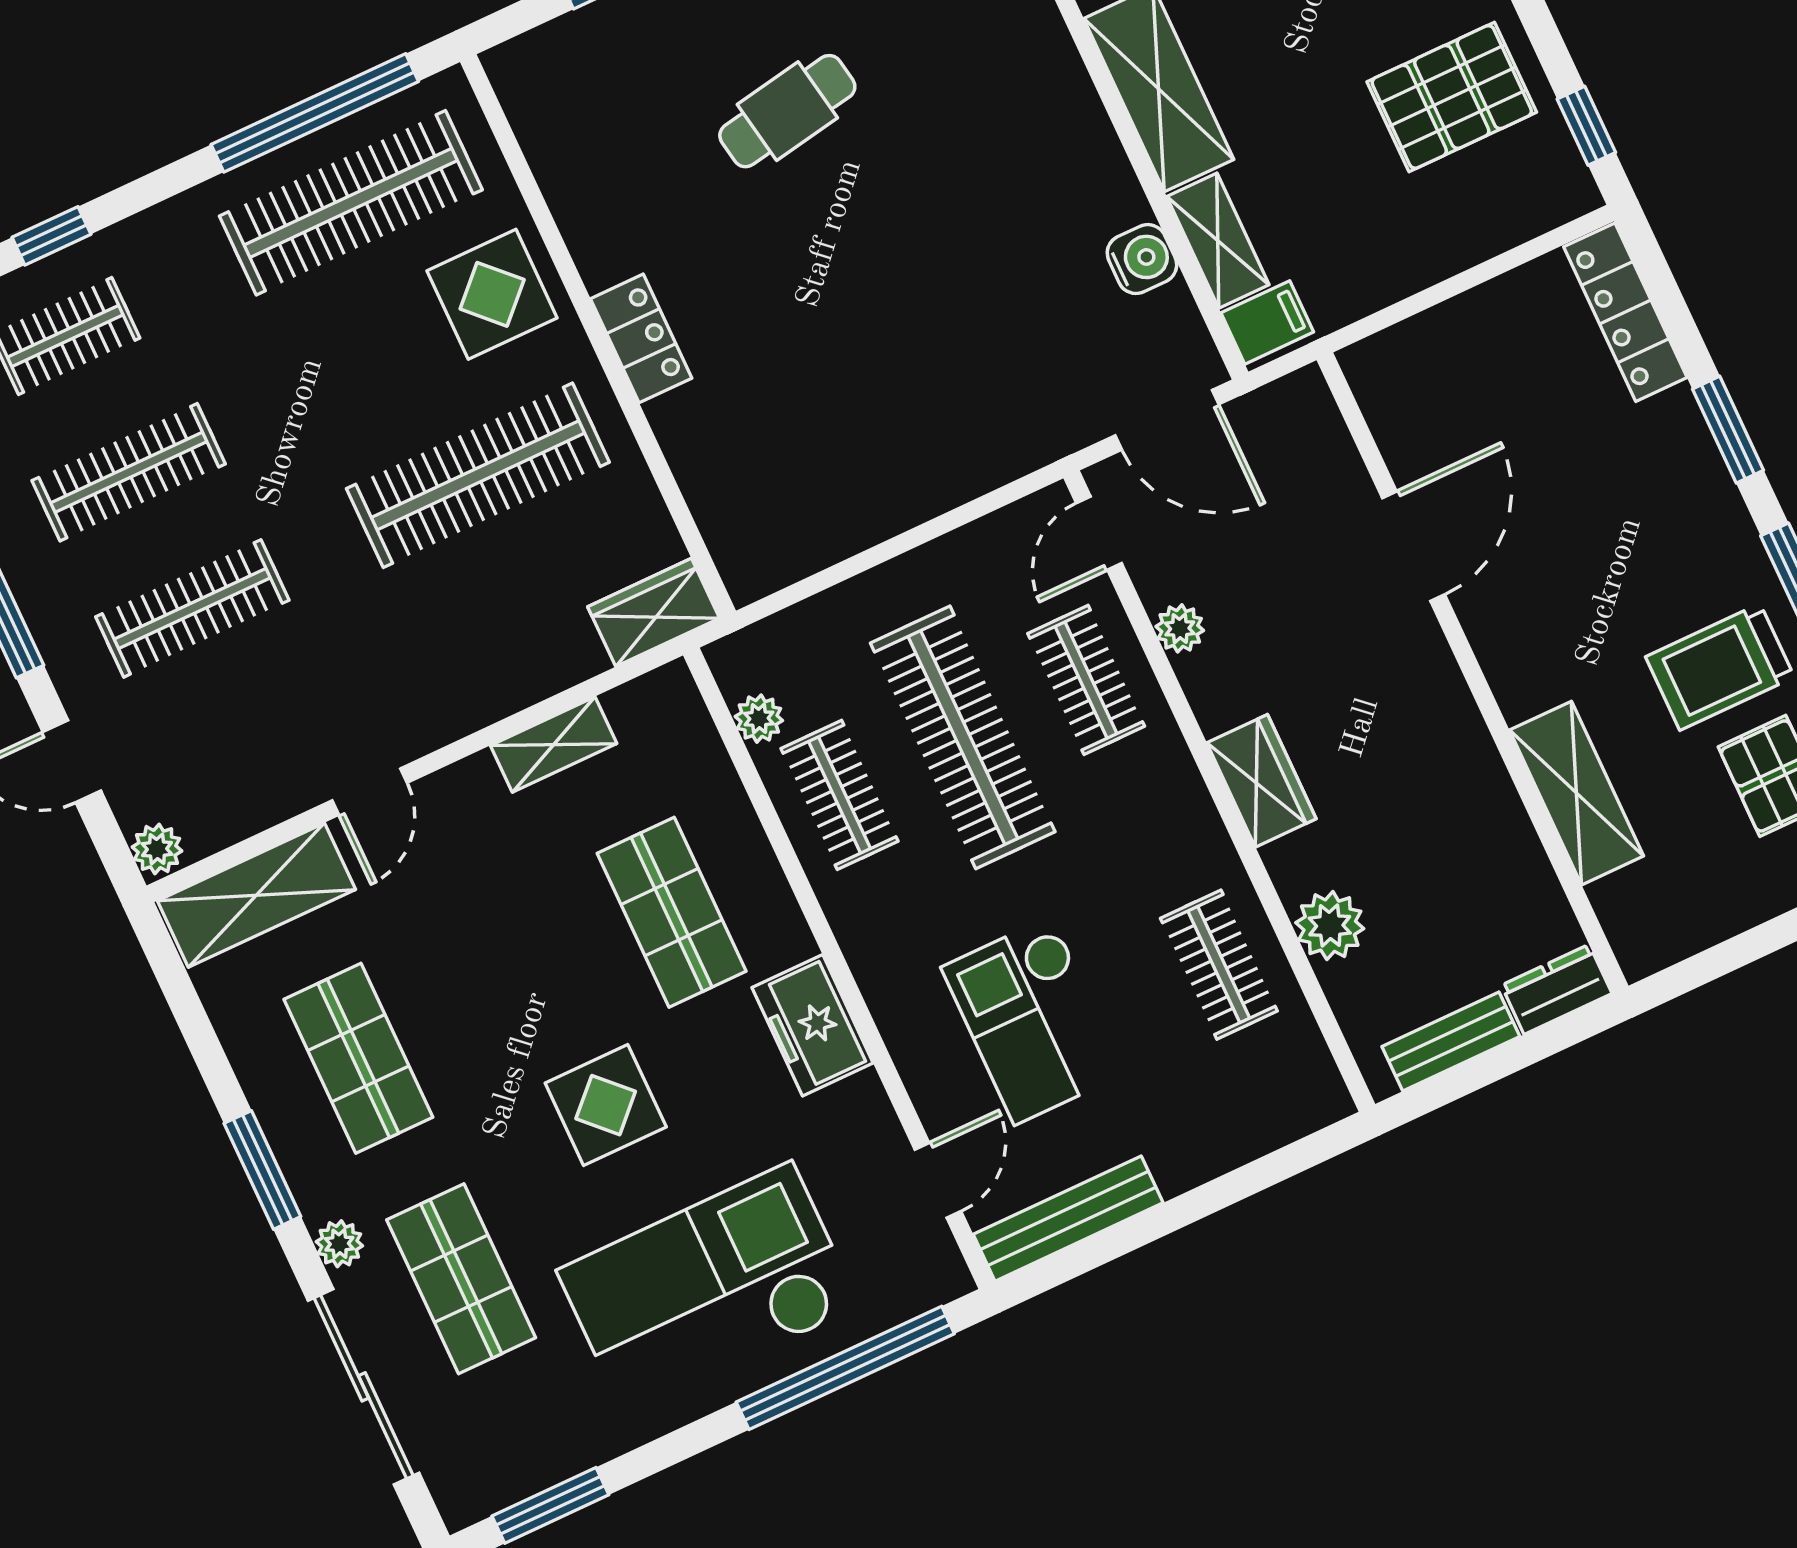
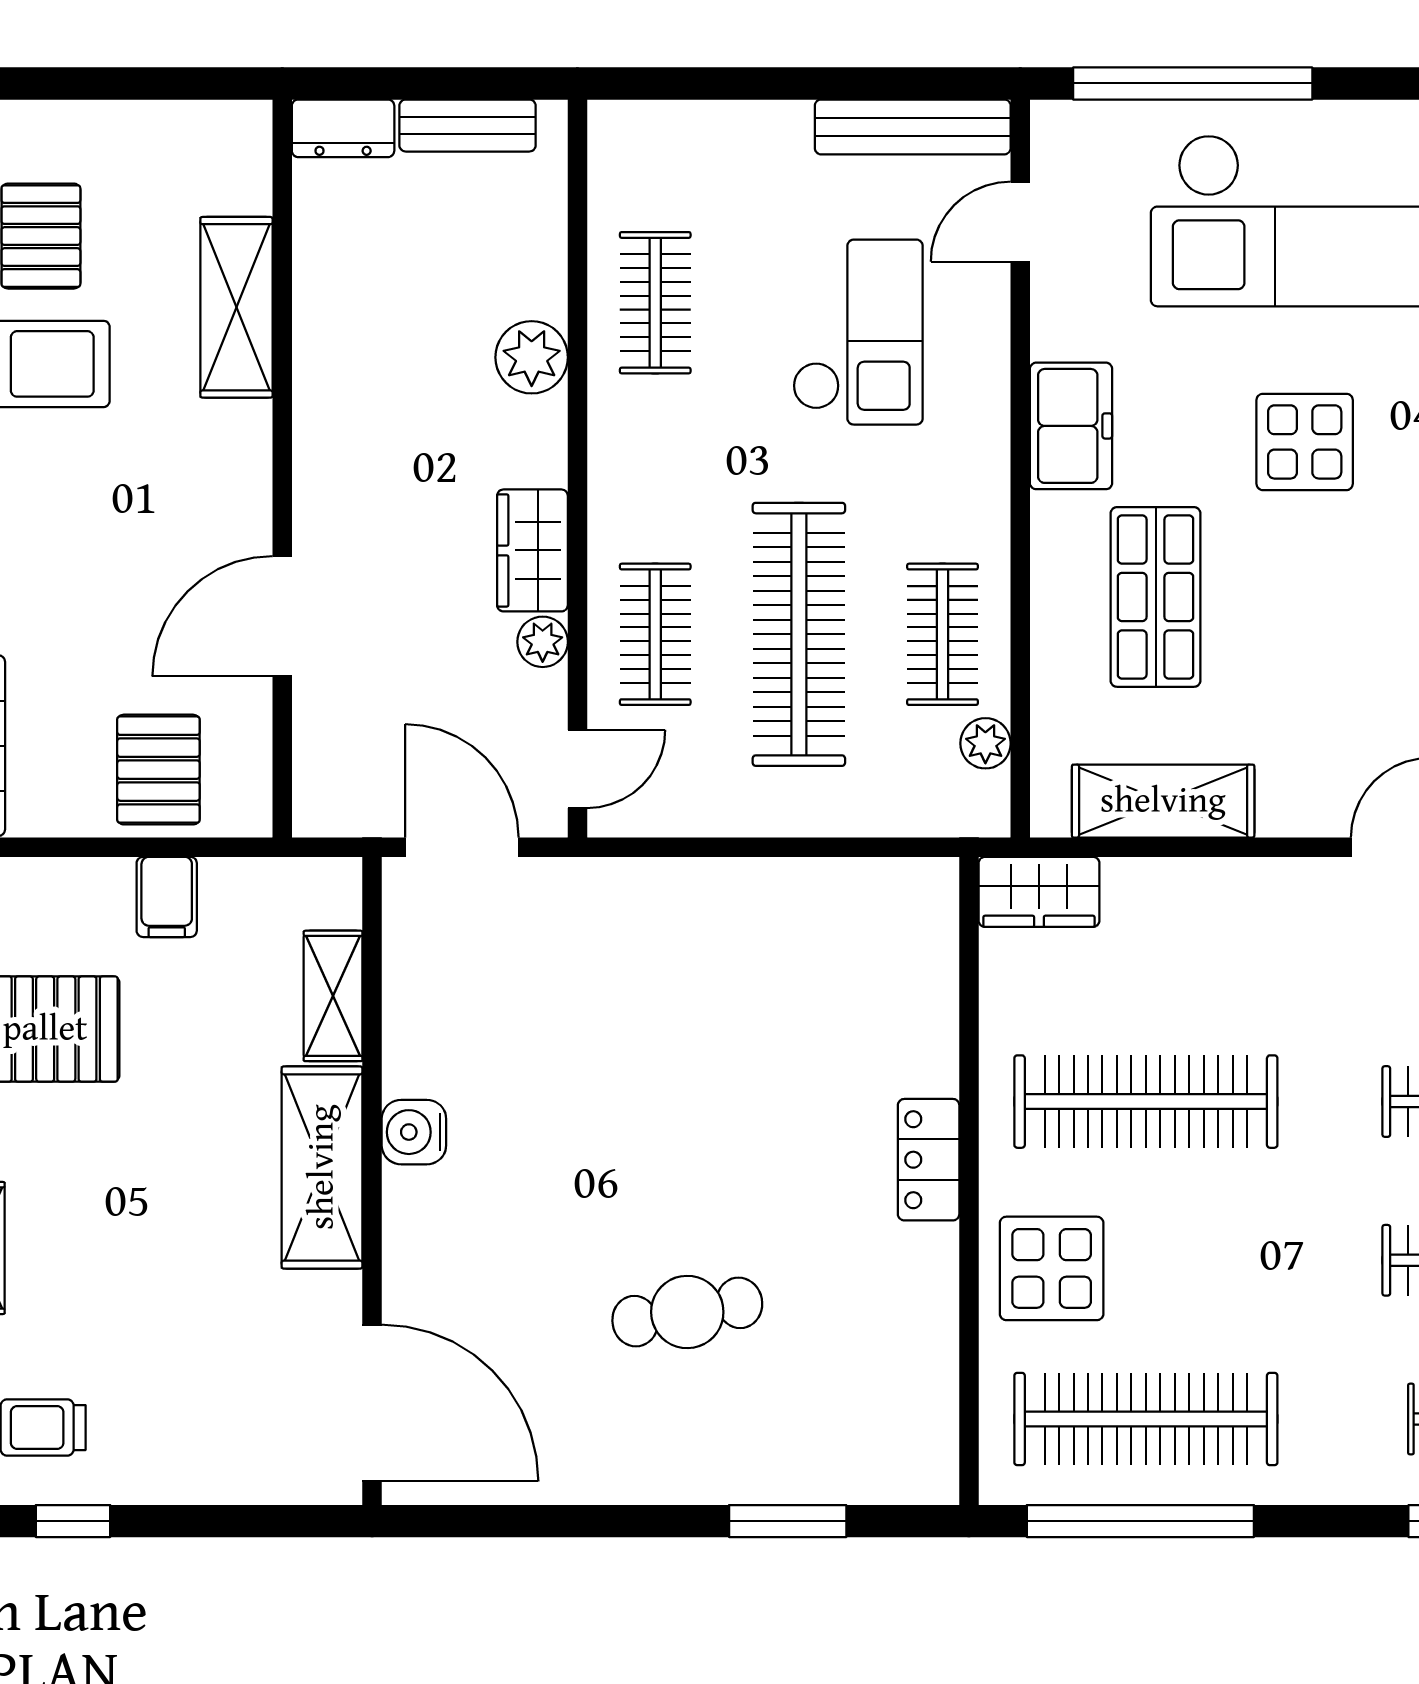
water cooler: (1142, 259) -> (414, 1132), moved
filing cabinet: (1267, 322) -> (167, 897), moved, turned -90
pallet: (1458, 365) -> (158, 770), added
shelving: (554, 744) -> (1163, 801), width x1.50, depth x1.33
wardrobe: (1261, 781) -> (532, 550), moved
plant: (1330, 926) -> (532, 357), moved

